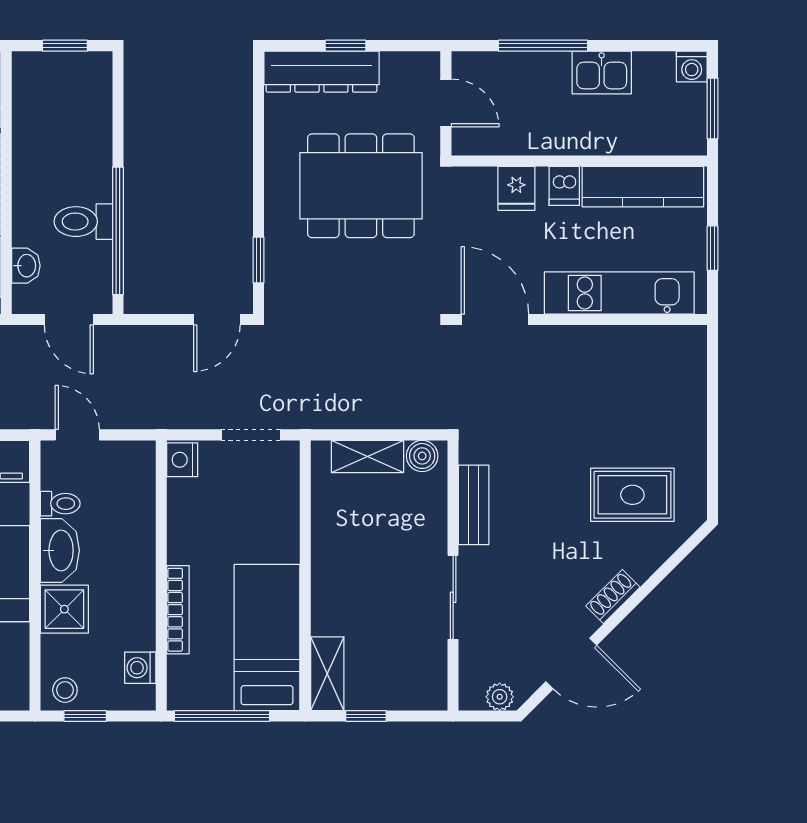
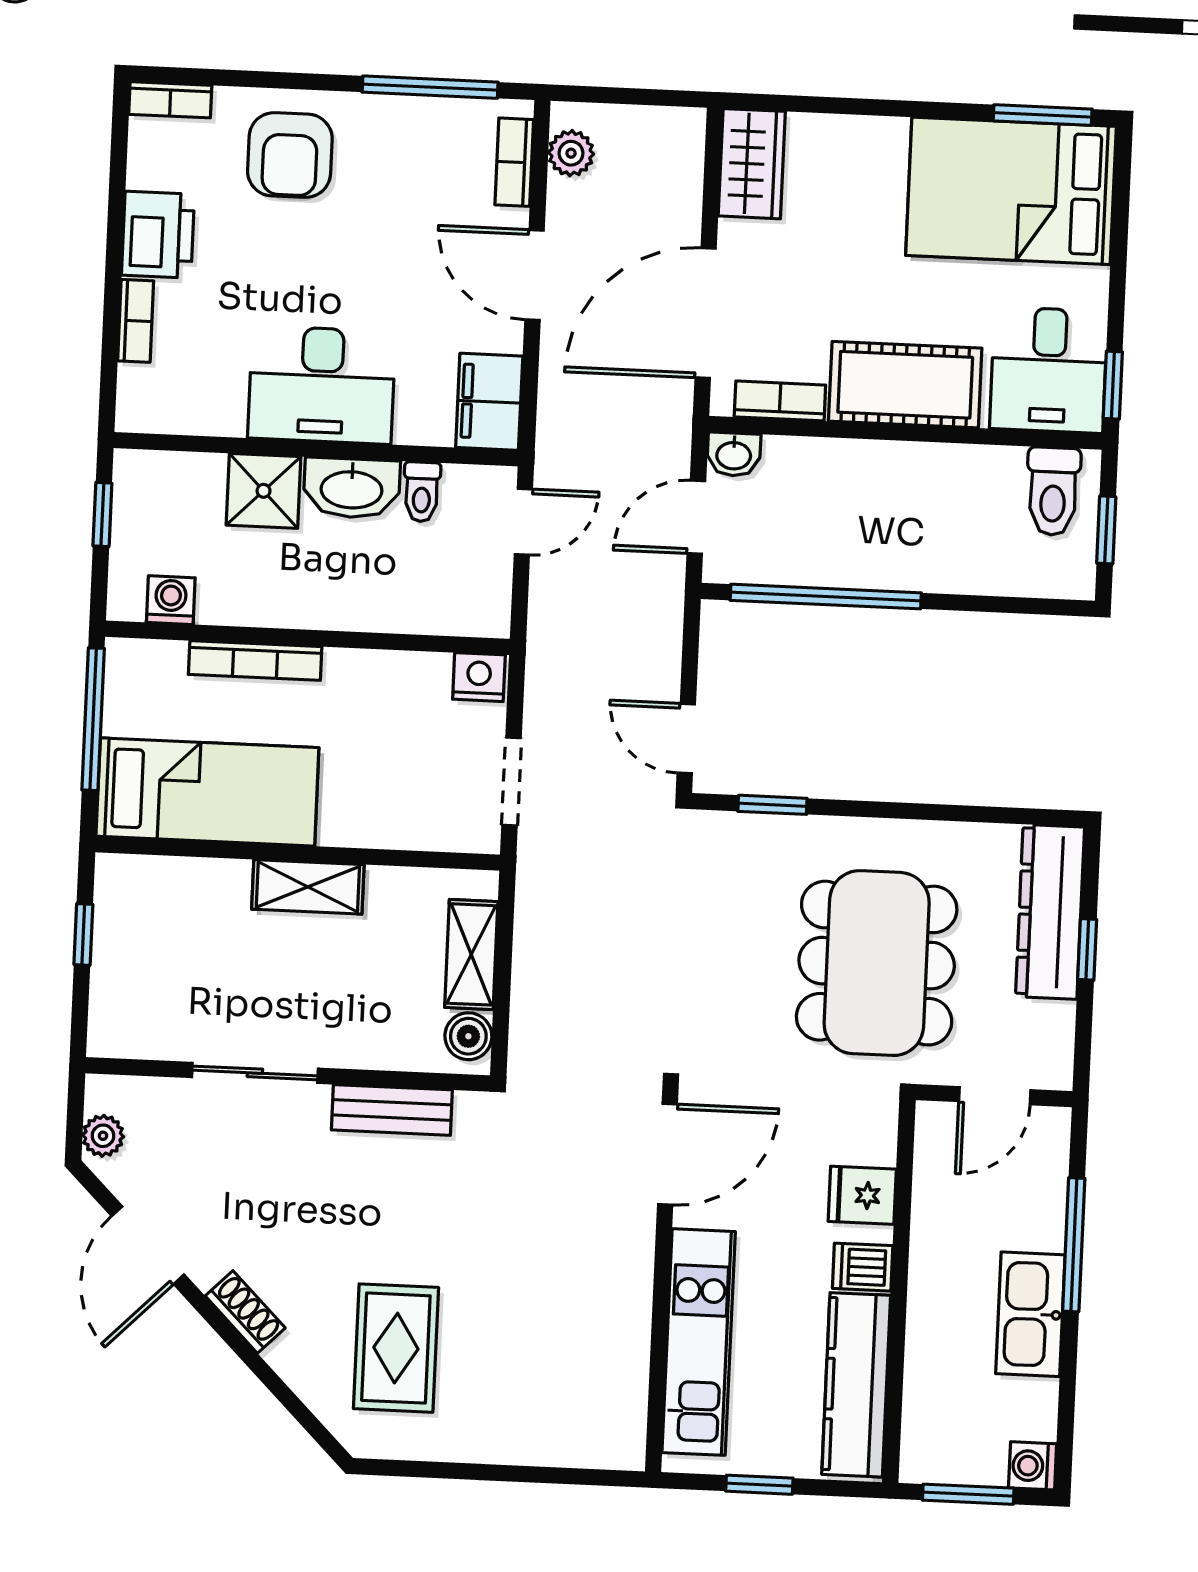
kitchen sink: (602, 72) -> (1030, 1314), width x1.38
toilet: (83, 222) -> (1053, 491), moved, turned 180
washbasin: (26, 266) -> (734, 454), moved
shelving: (327, 674) -> (308, 887), moved
stool: (65, 690) -> (143, 486), removed

